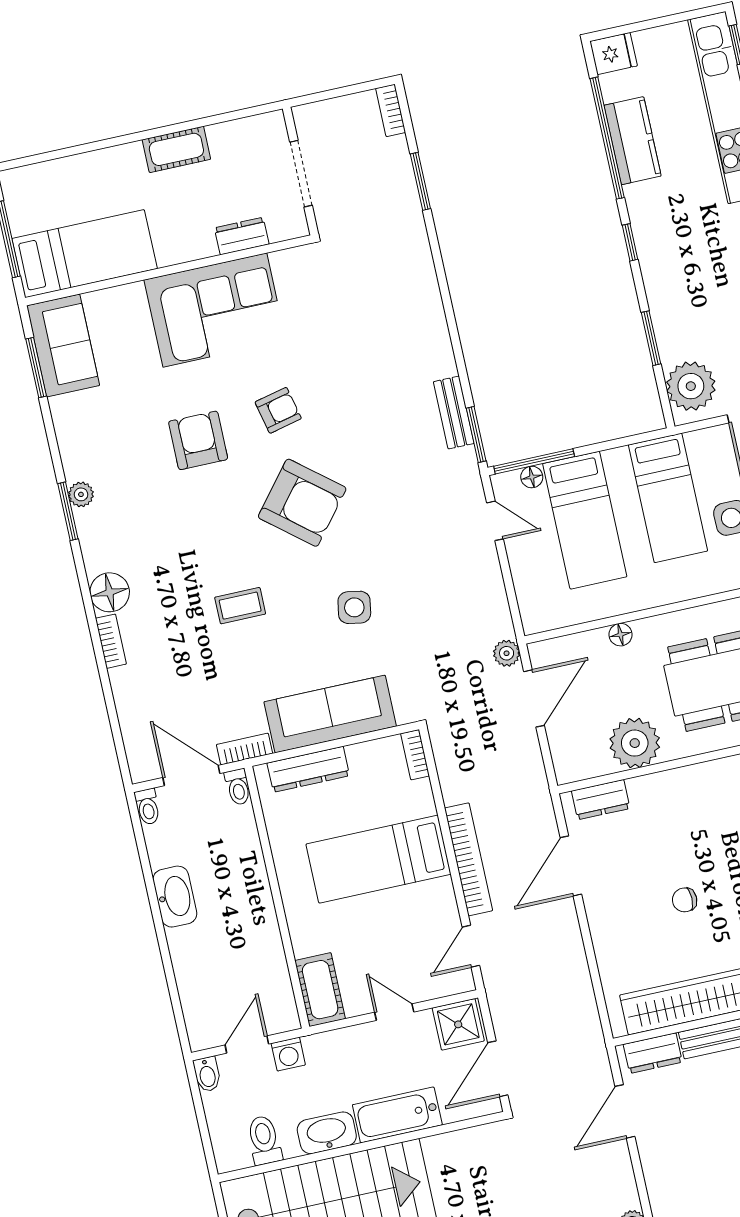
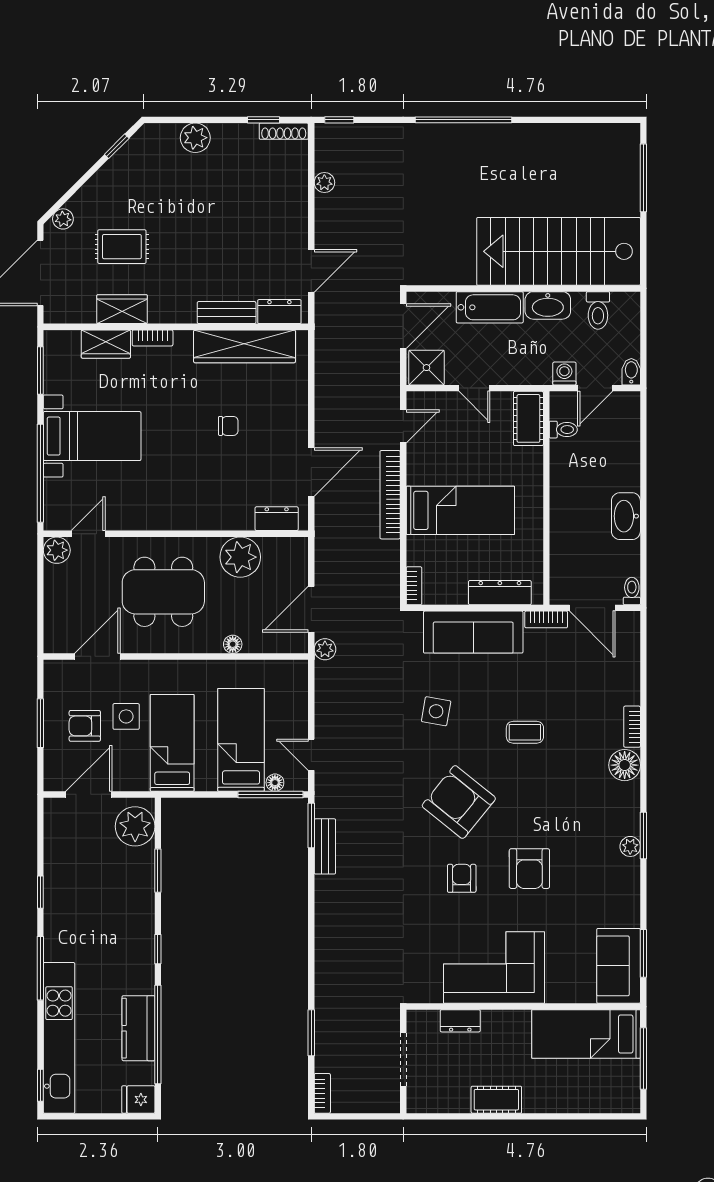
armchair: (278, 410) -> (462, 878), turned 103
toilet: (238, 787) -> (563, 430), moved, turned 90

